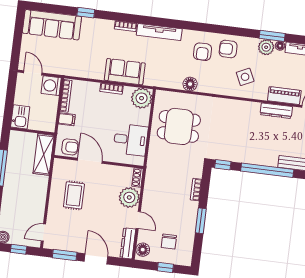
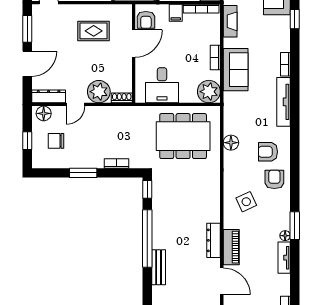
plant: (266, 47) -> (282, 221), removed
fireplace: (81, 71) -> (230, 21), added
dining table: (179, 126) -> (183, 136), width x1.38

